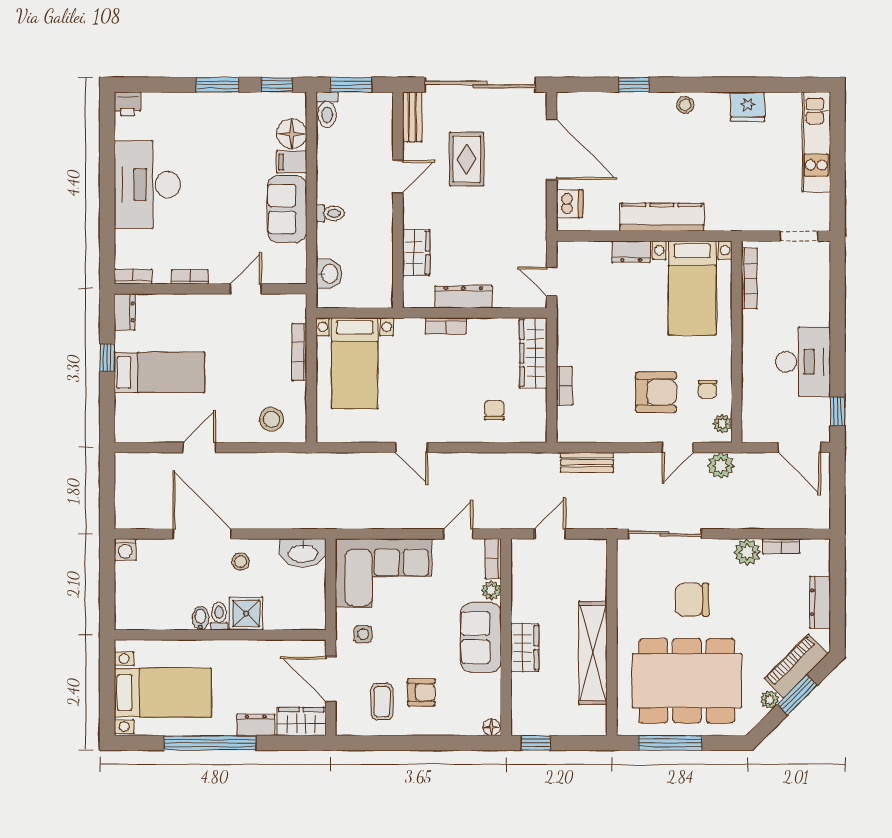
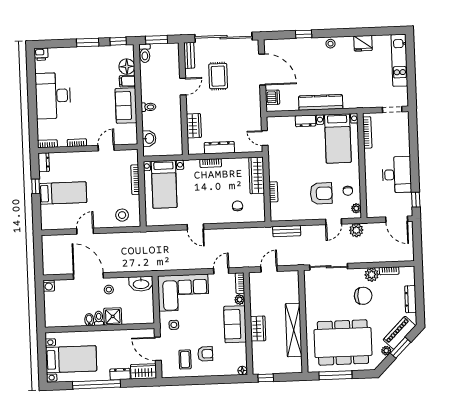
chair: (692, 600) -> (363, 296), moved, turned 180

